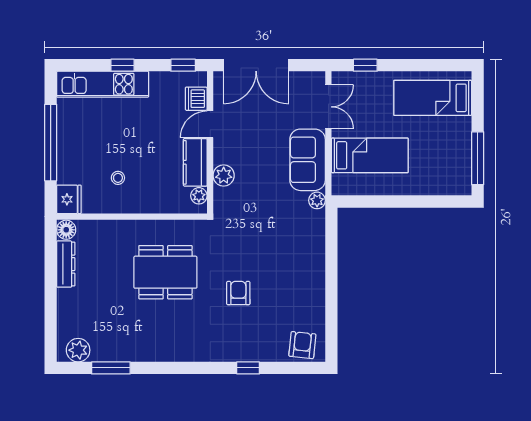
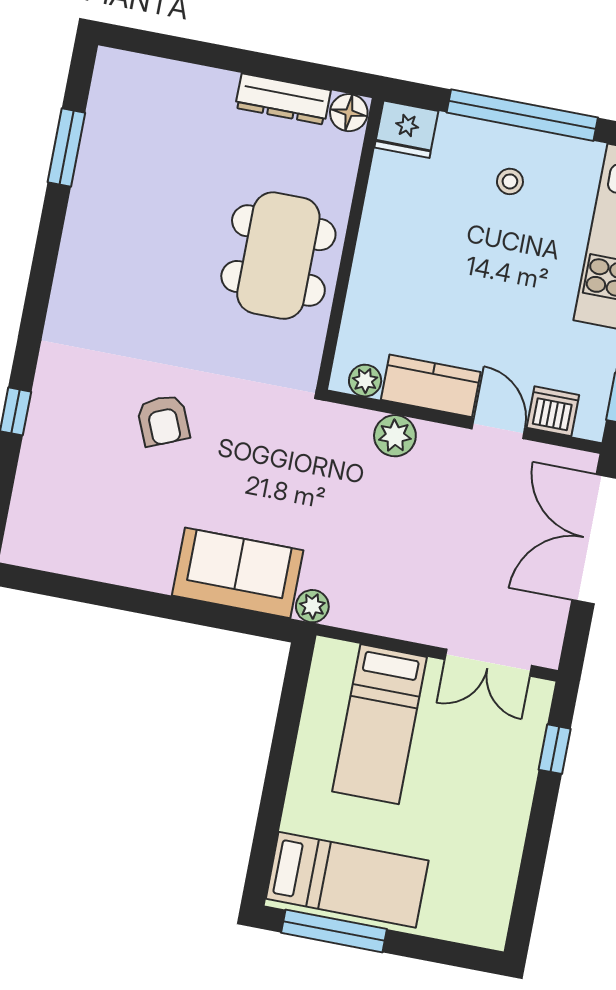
bed: (433, 98) -> (347, 880), moved, turned 90
sofa: (308, 160) -> (238, 573), moved
stool: (118, 178) -> (510, 181), moved
dining table: (165, 272) -> (278, 256), moved
armchair: (238, 293) -> (163, 420), turned 67
armchair: (302, 345) -> (39, 524), removed
plant: (78, 350) -> (113, 91), removed

